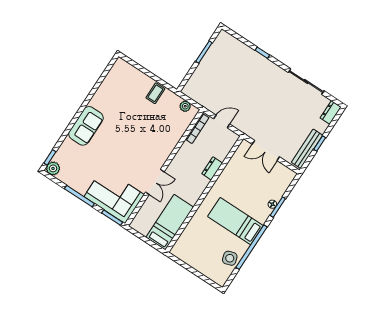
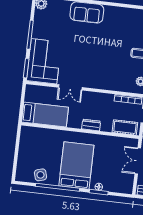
cot: (225, 146) -> (125, 127), added
dresser: (212, 168) -> (91, 125), moved
bed: (235, 221) -> (76, 165), width x1.50

